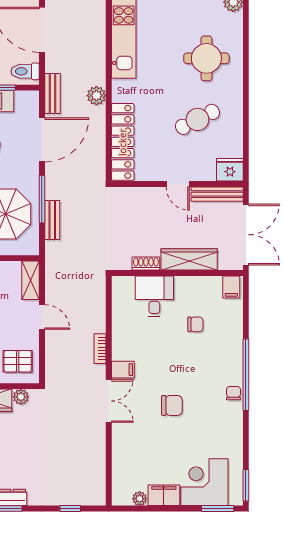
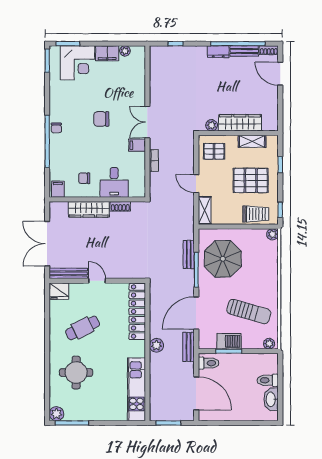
wardrobe: (189, 259) -> (89, 209), moved
shoe rack: (146, 264) -> (120, 206), moved
wall: (177, 273) -> (97, 199), moved
filing cabinet: (231, 287) -> (58, 189), moved
desk: (154, 296) -> (114, 182), moved

